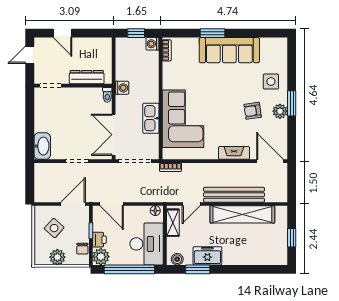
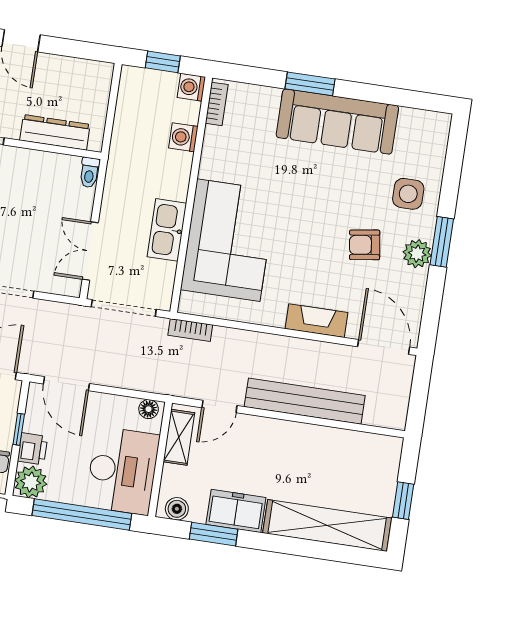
washing machine: (122, 88) -> (183, 137), moved, turned 180
double door: (114, 135) -> (90, 251), width x0.73
shelving: (242, 214) -> (327, 525), moved

